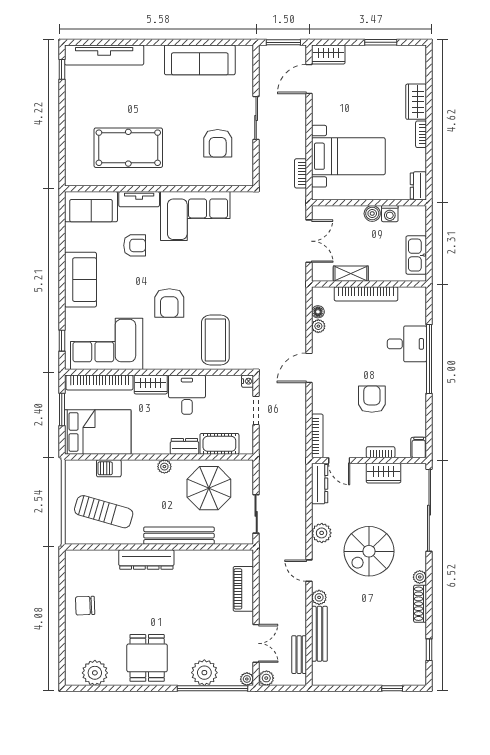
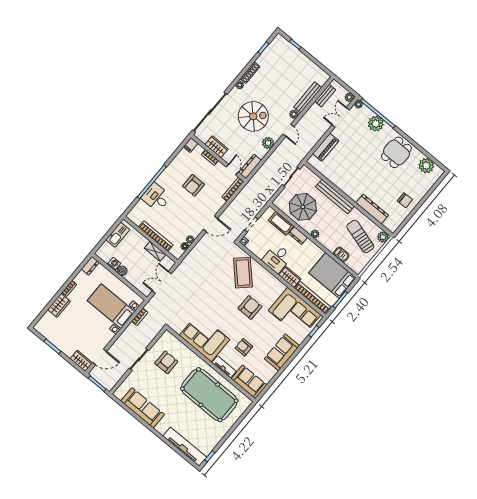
pool table: (128, 148) -> (209, 395), width x1.36, depth x1.32
coffee table: (215, 340) -> (243, 273), turned -44
plant: (74, 535) -> (383, 237), added
dresser: (146, 560) -> (372, 209), moved

